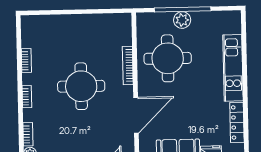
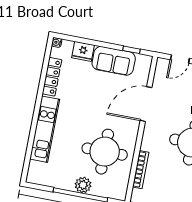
bookcase: (128, 65) -> (141, 170), moved

